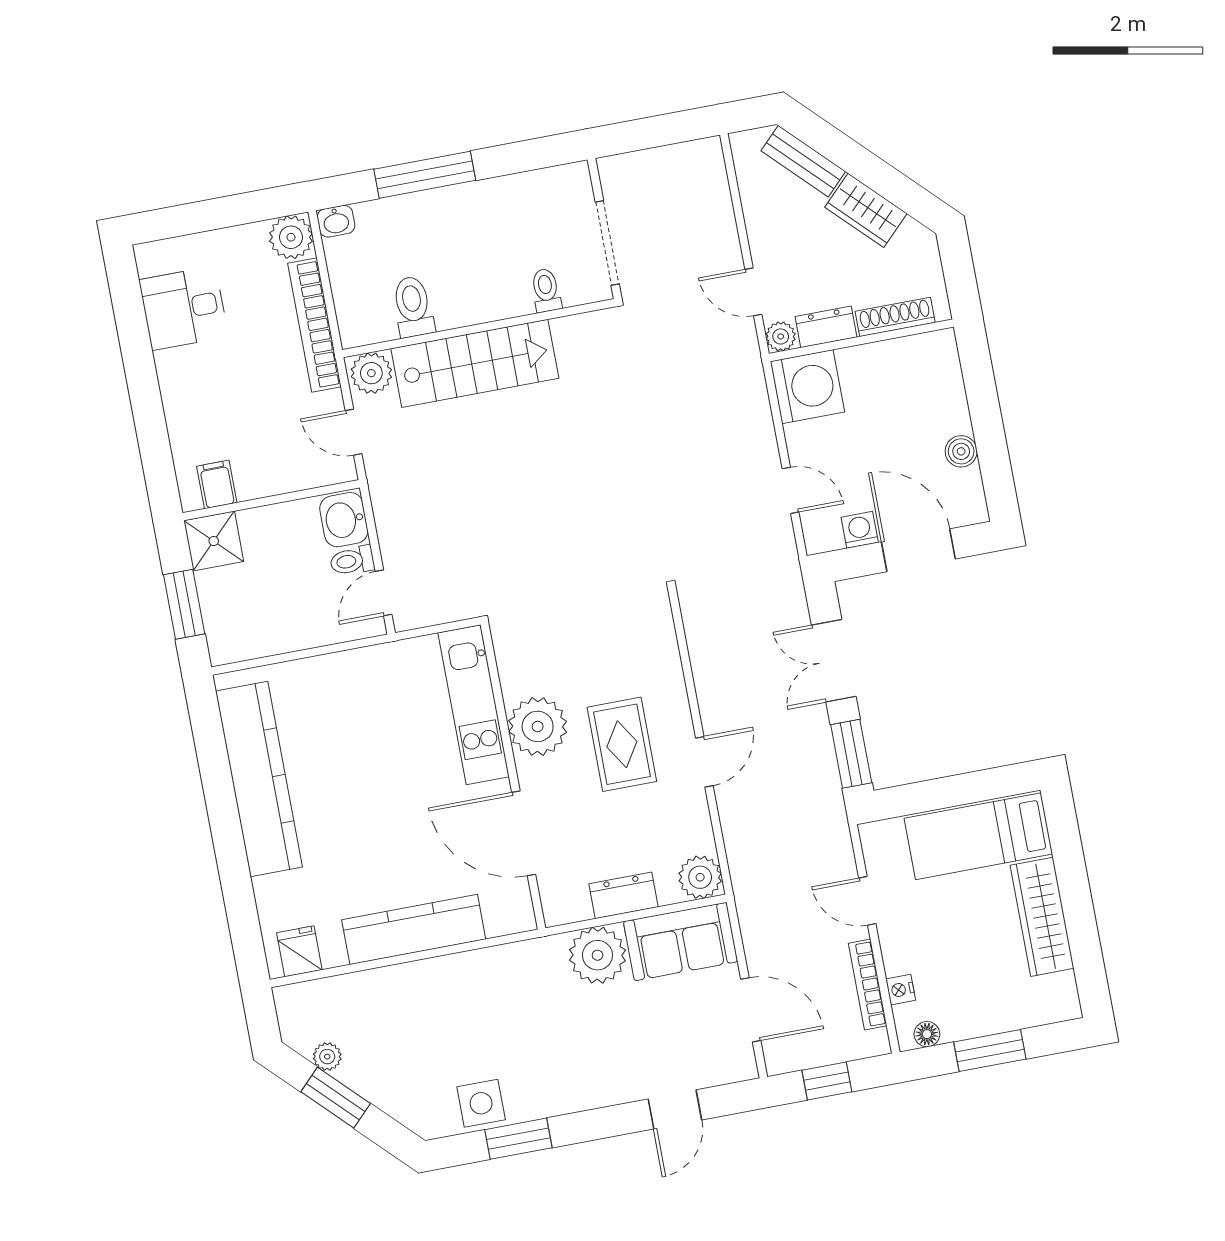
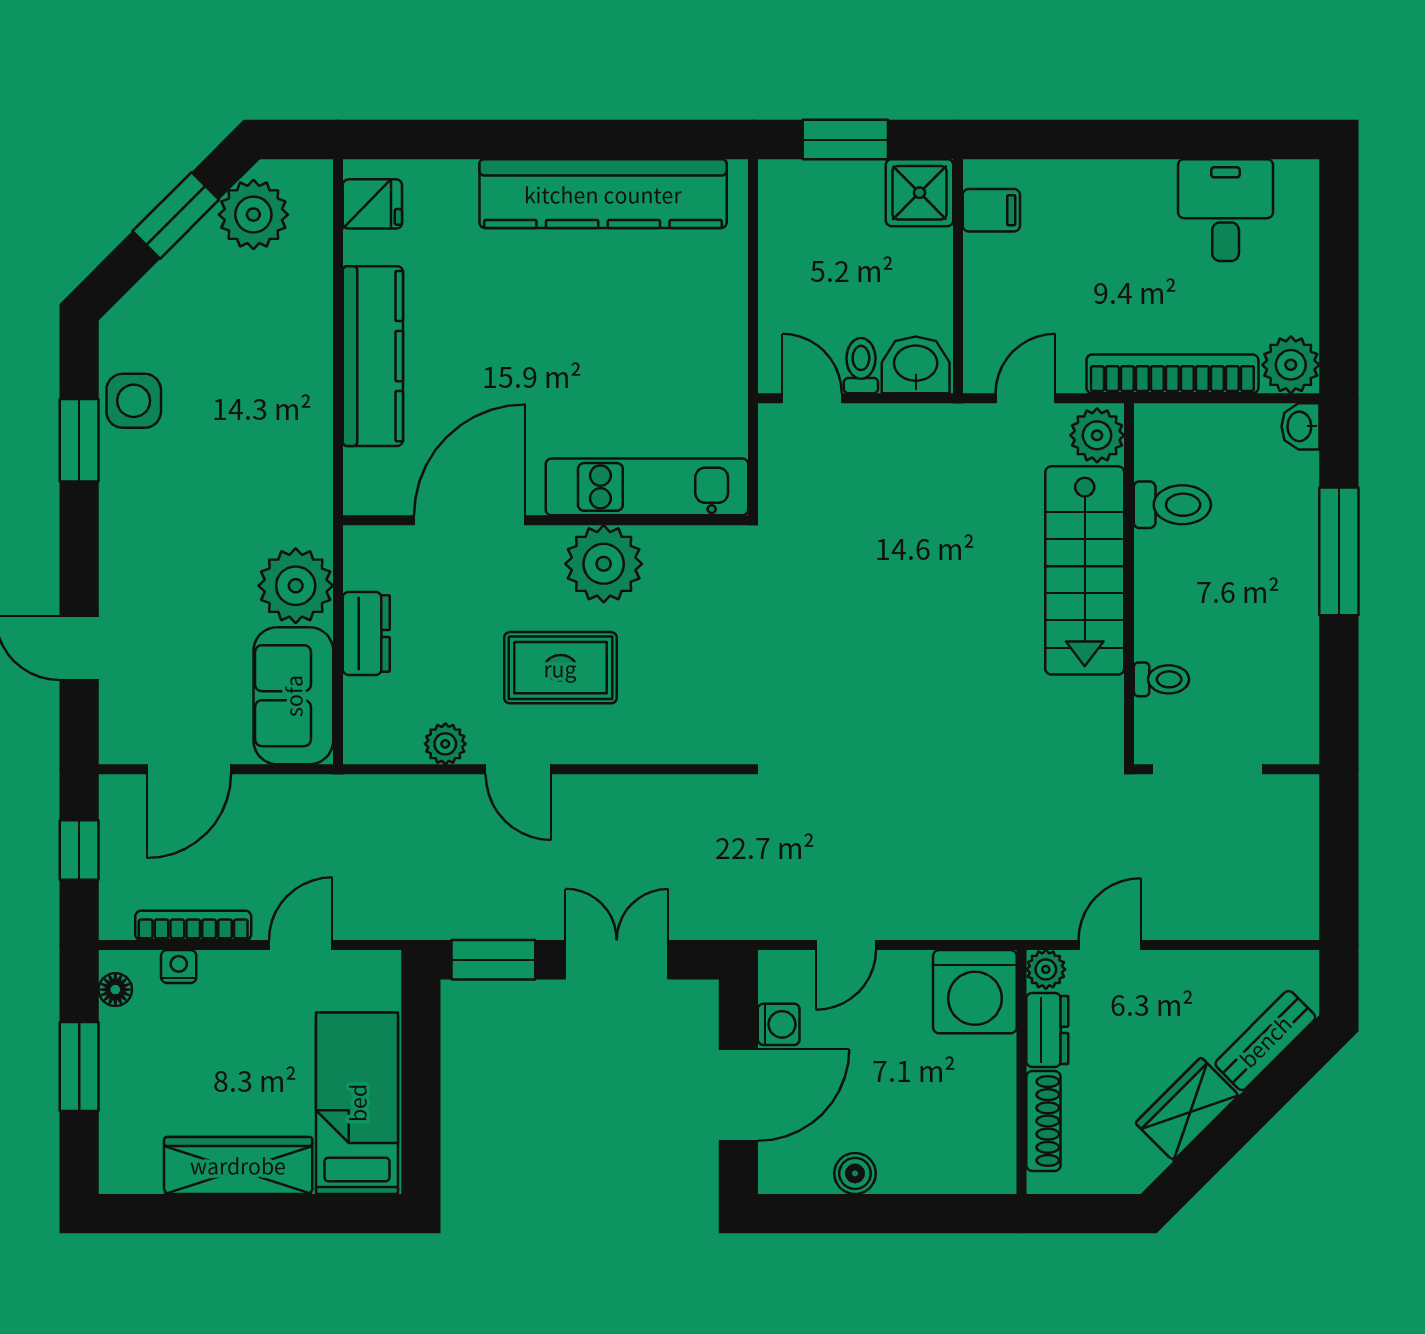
plant: (700, 877) -> (445, 744), moved, width x0.73, depth x0.73
plant: (327, 1057) -> (253, 215), width x1.87, depth x1.87

